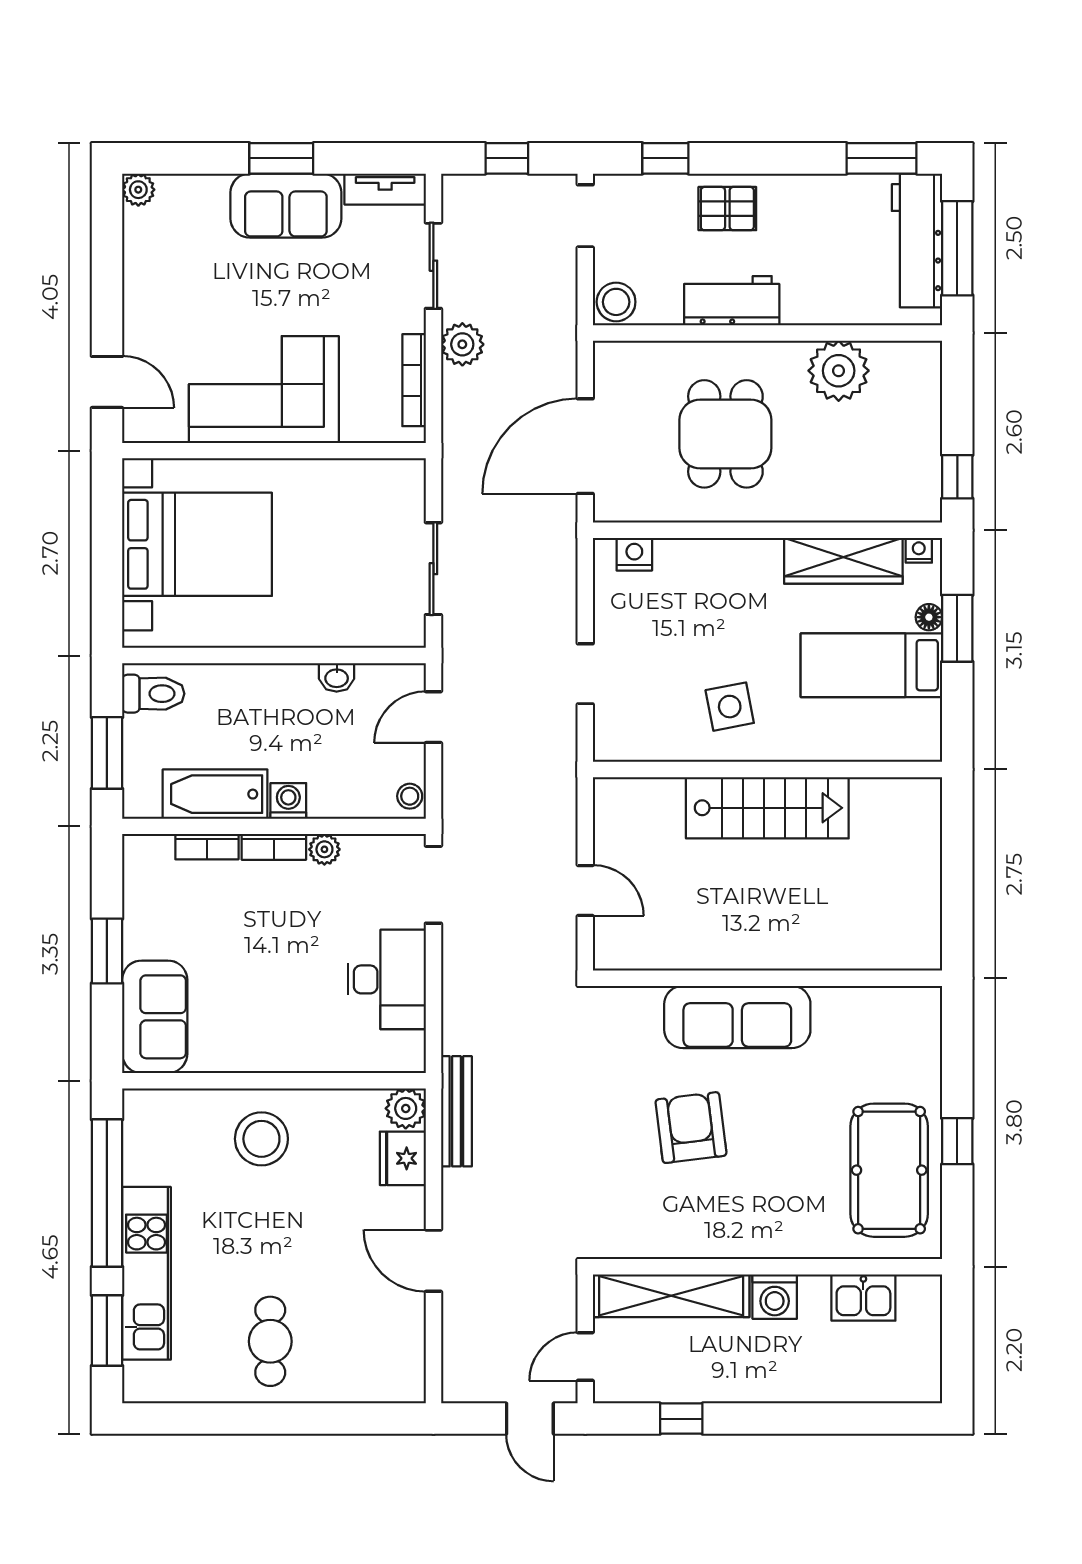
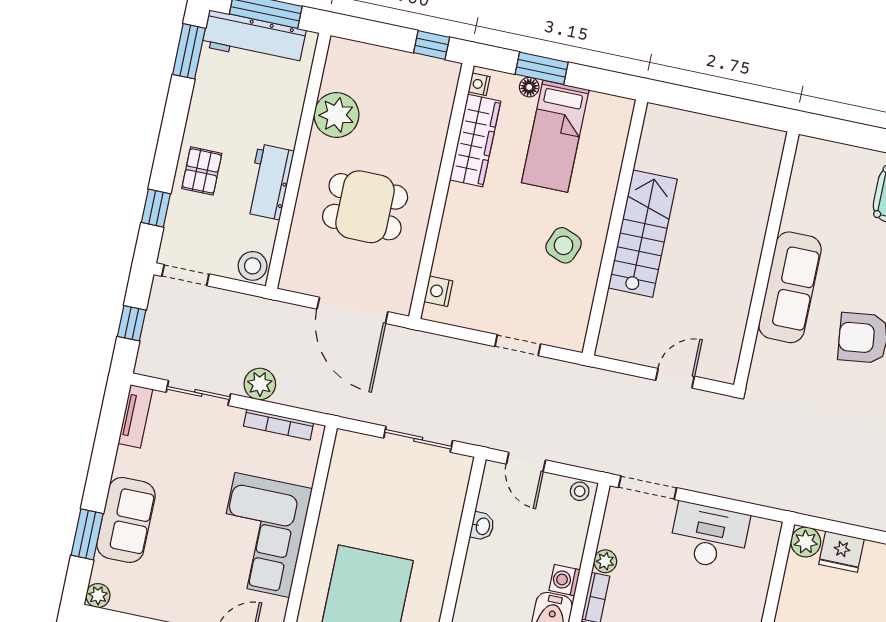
window: (281, 158) -> (87, 534), moved
sofa: (286, 206) -> (126, 520), moved
side table: (730, 707) -> (564, 245), turned 32
bench: (456, 1111) -> (816, 506), removed

